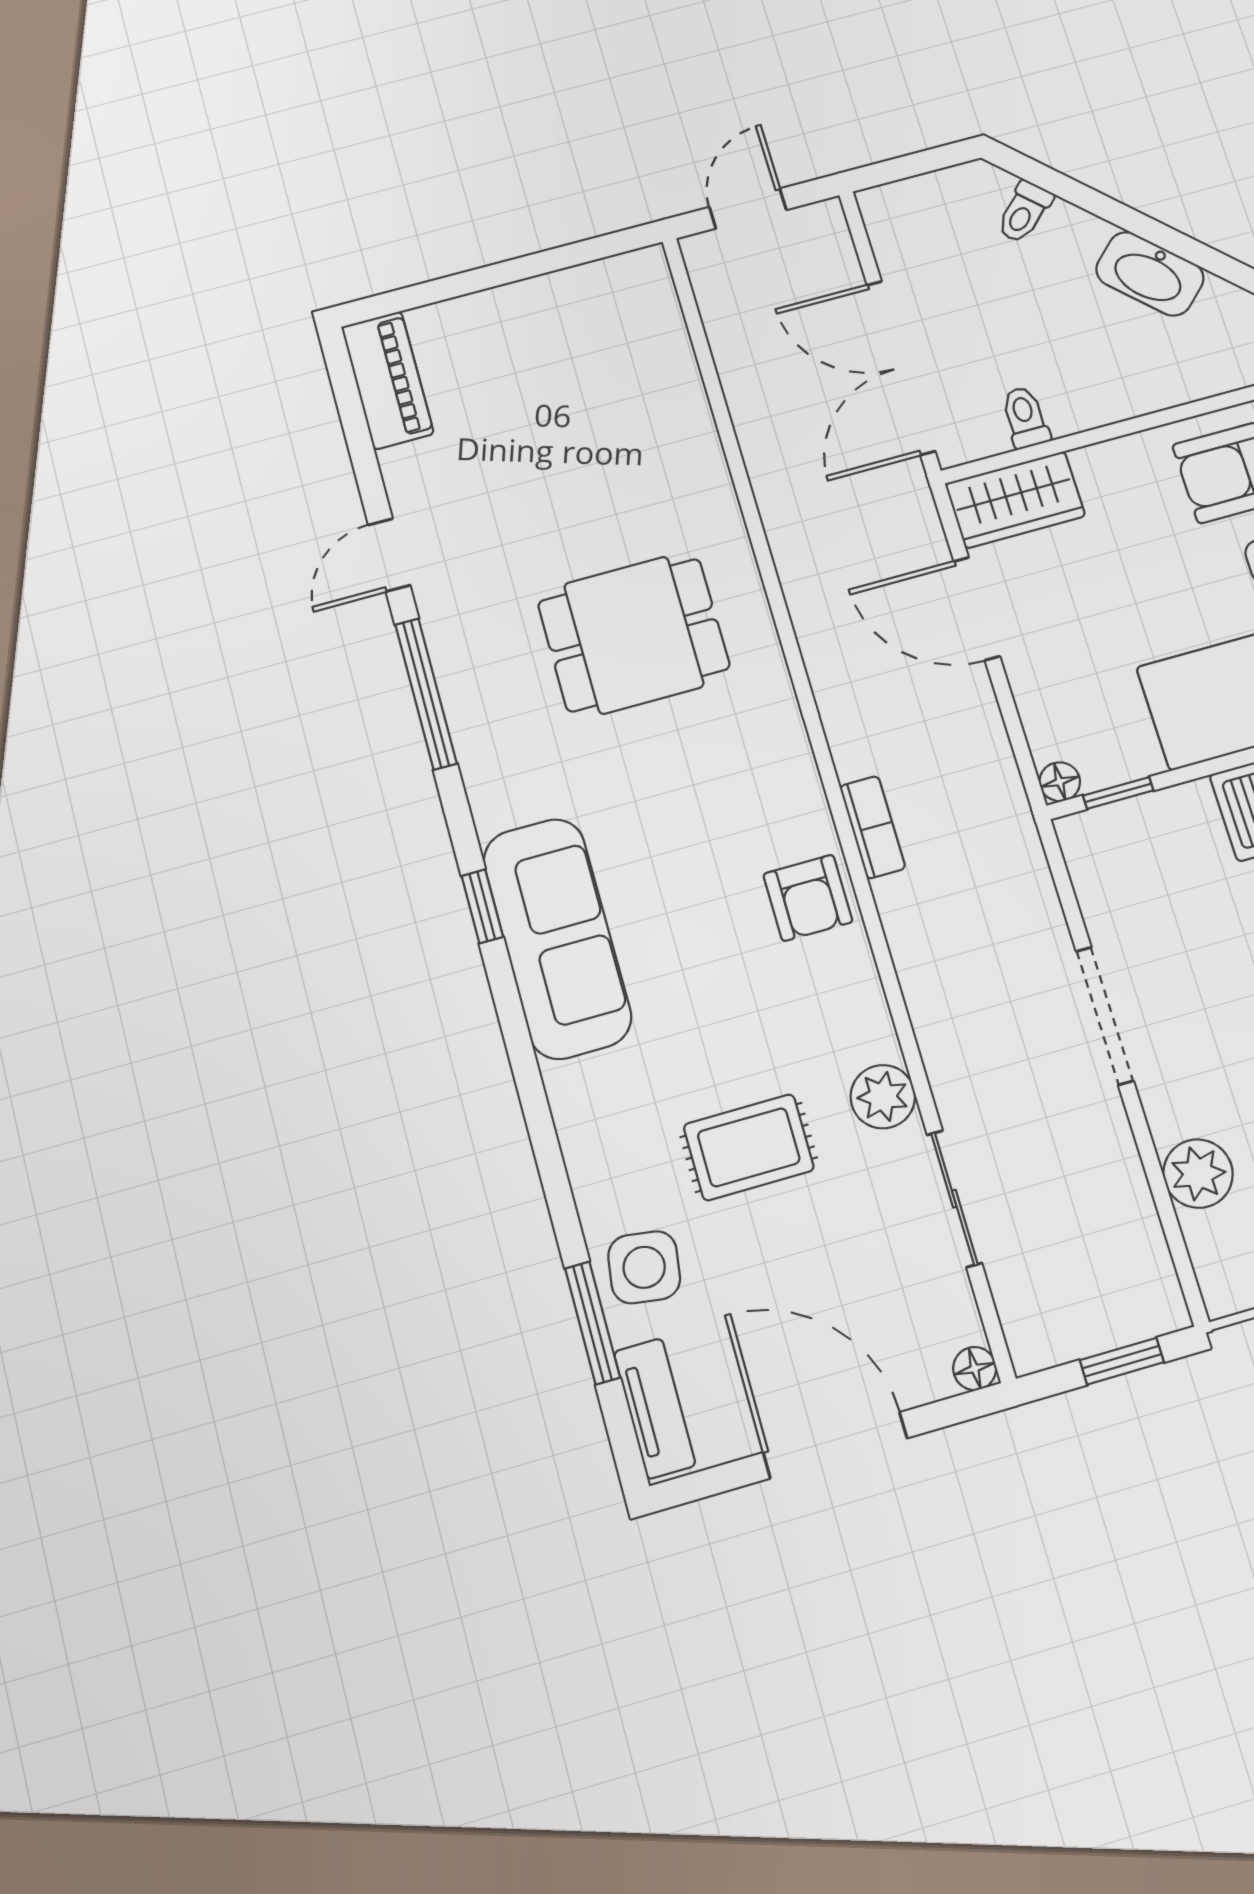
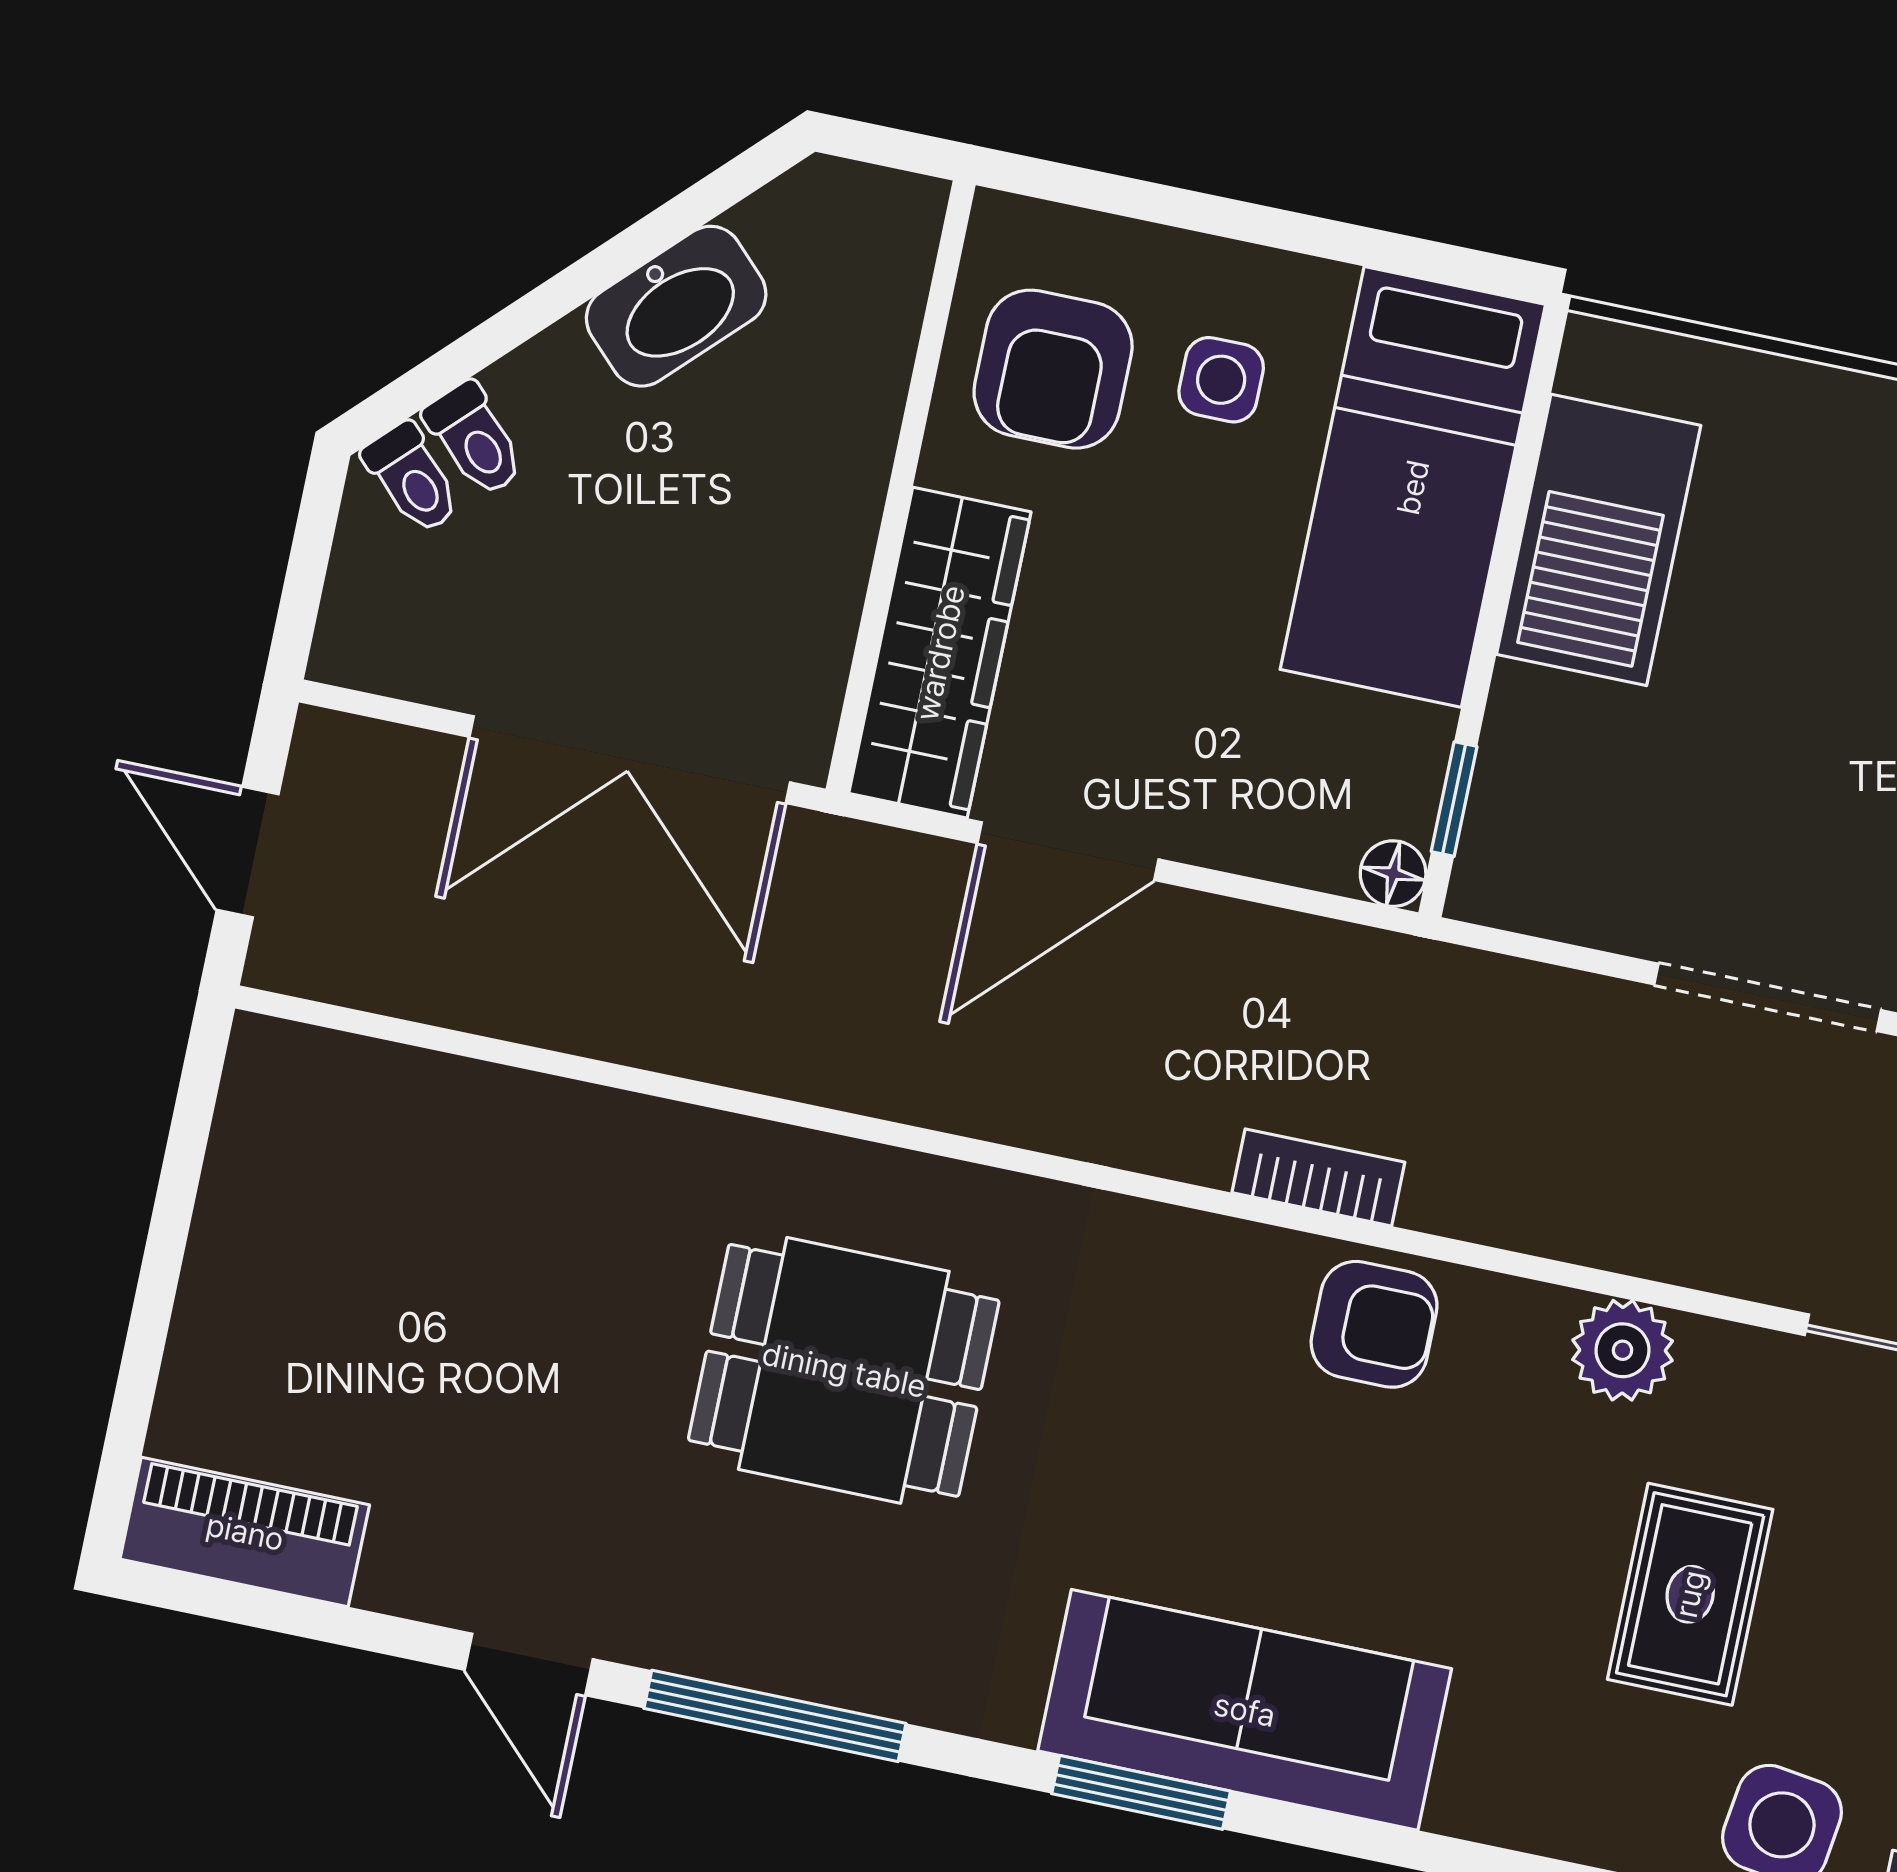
toilet: (1025, 417) -> (412, 478), moved, turned -135
wardrobe: (1015, 500) -> (940, 653), width x1.50
dining table: (634, 635) -> (844, 1370), turned 90
window: (482, 906) -> (1141, 1792), width x1.50
plant: (883, 1097) -> (1623, 1350), moved

